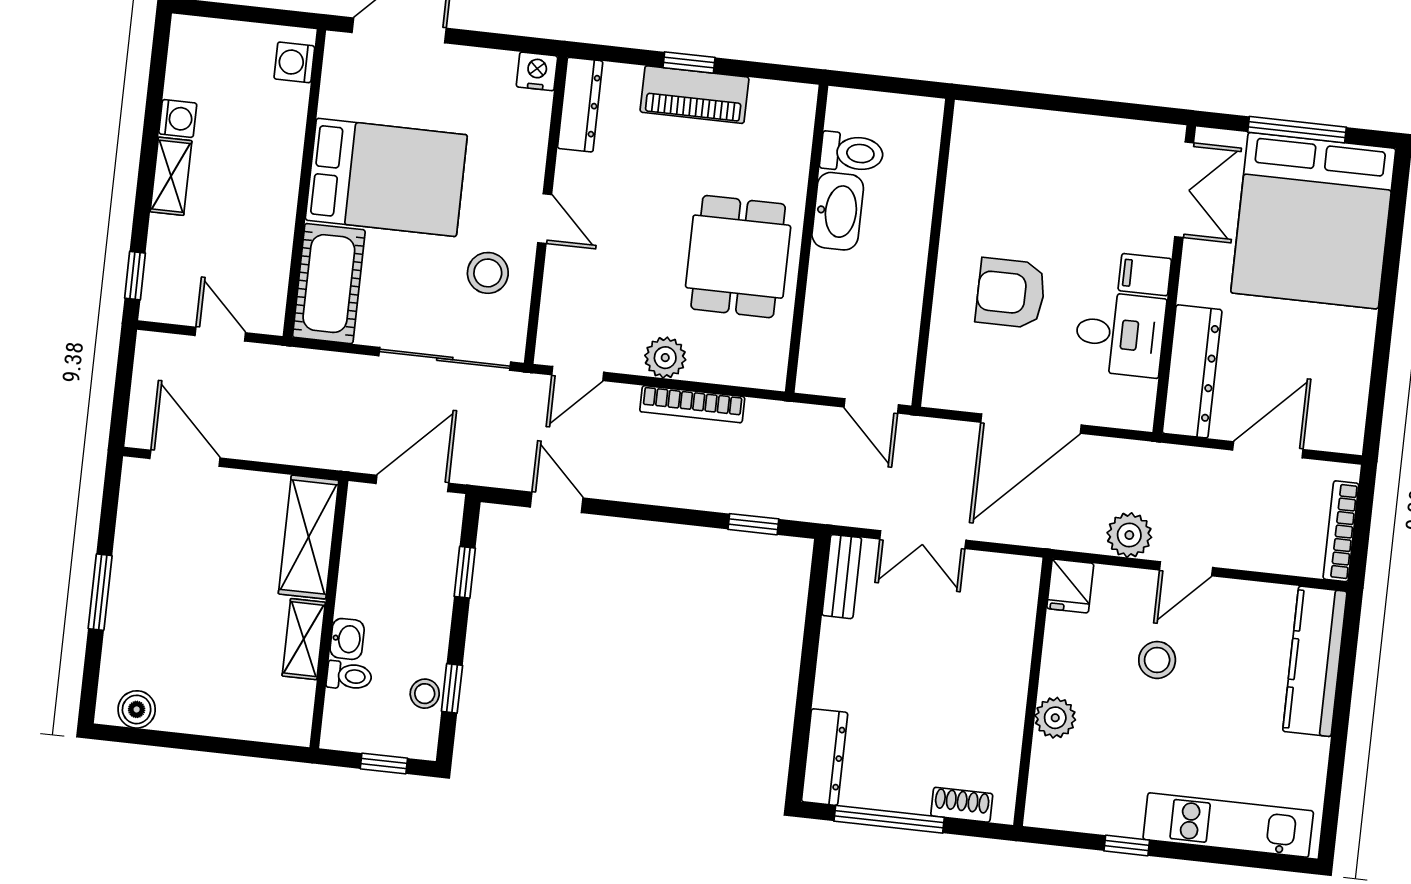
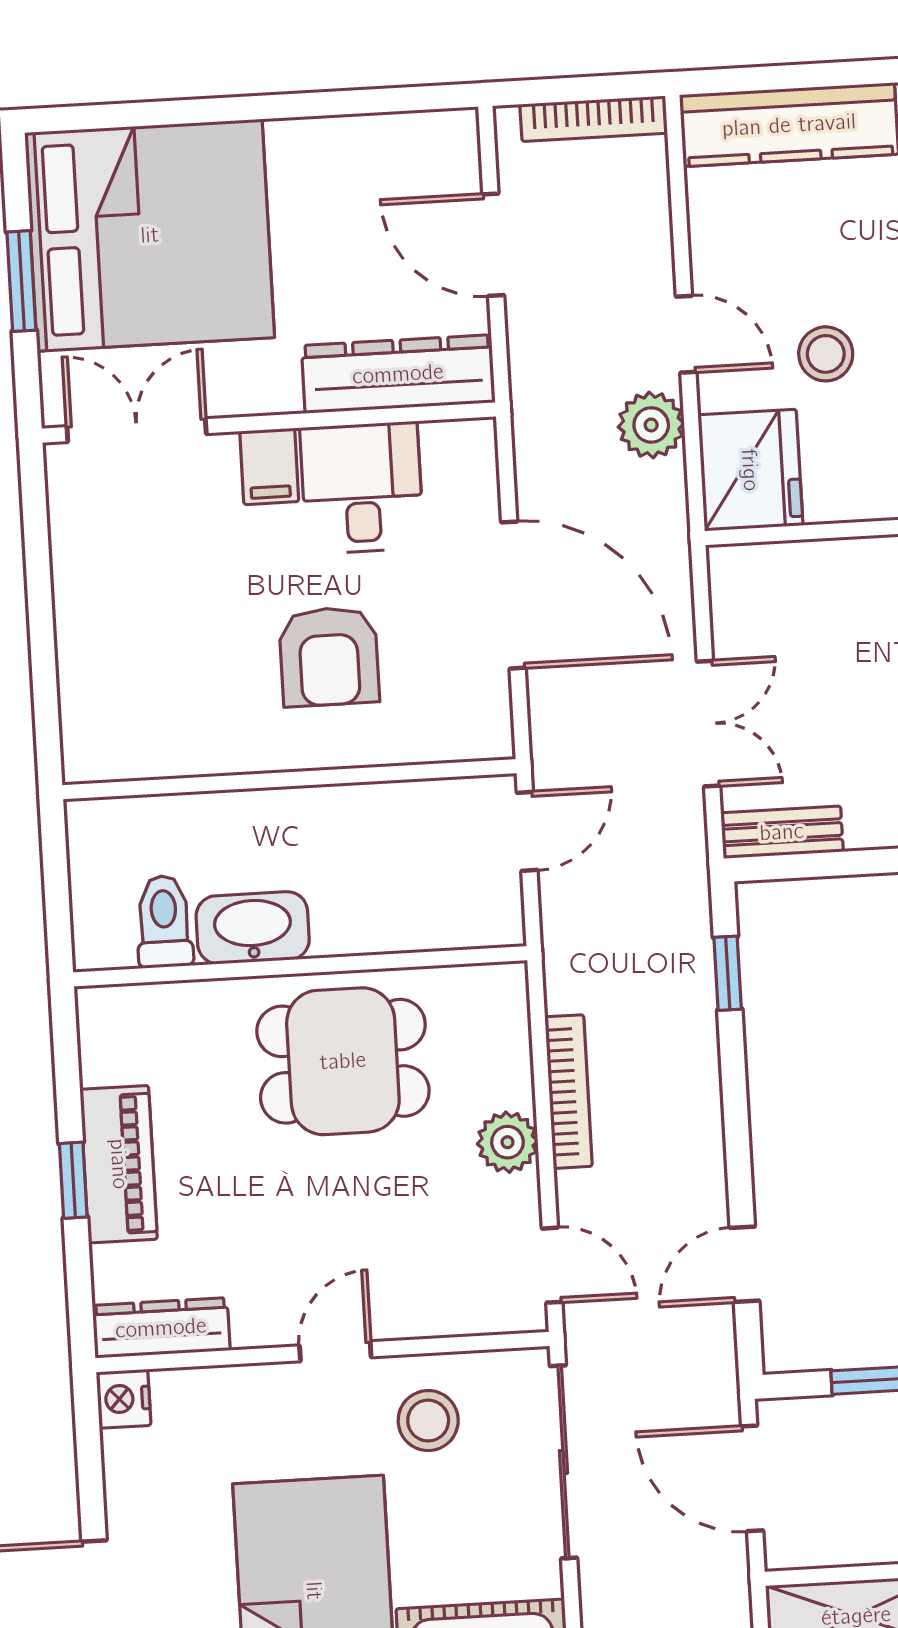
window: (1297, 130) -> (21, 281), width x0.69
fridge: (1070, 586) -> (750, 470), width x1.88, depth x1.34

